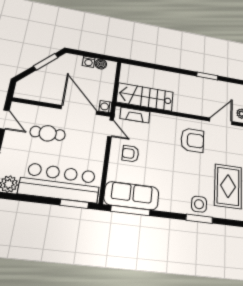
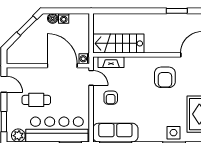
boiler: (101, 64) -> (53, 18), moved
cafe table: (48, 133) -> (36, 100), moved
armchair: (192, 140) -> (165, 77), turned 90
armchair: (130, 154) -> (111, 98), turned -90

